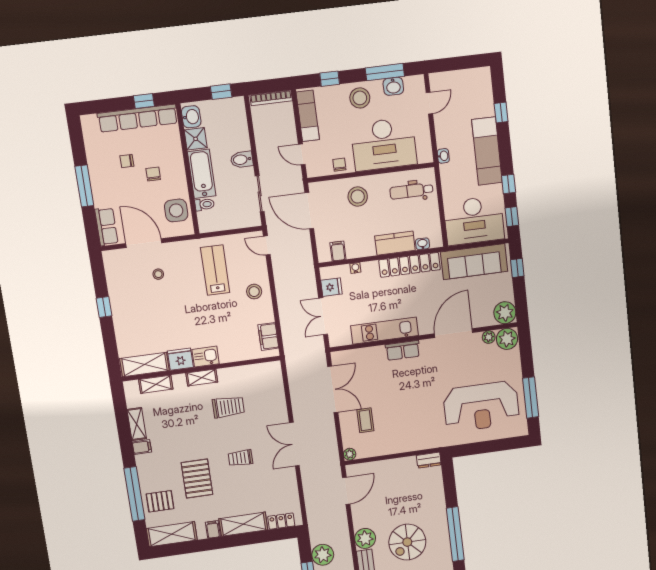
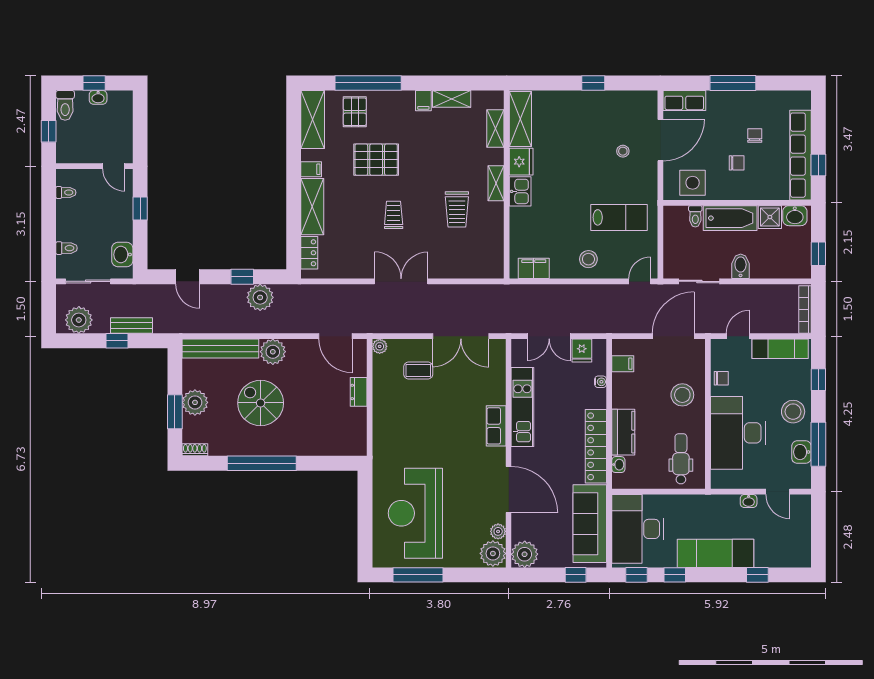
washbasin: (443, 156) -> (749, 501), moved
double door: (323, 316) -> (549, 336), swing flipped
dresser: (429, 460) -> (359, 392), moved

